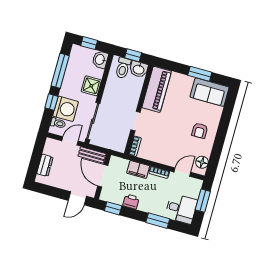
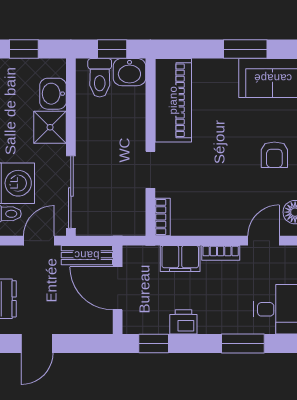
washbasin: (100, 60) -> (53, 94), moved
door: (77, 198) -> (37, 343), moved

